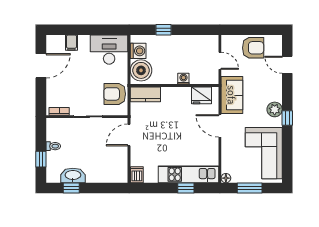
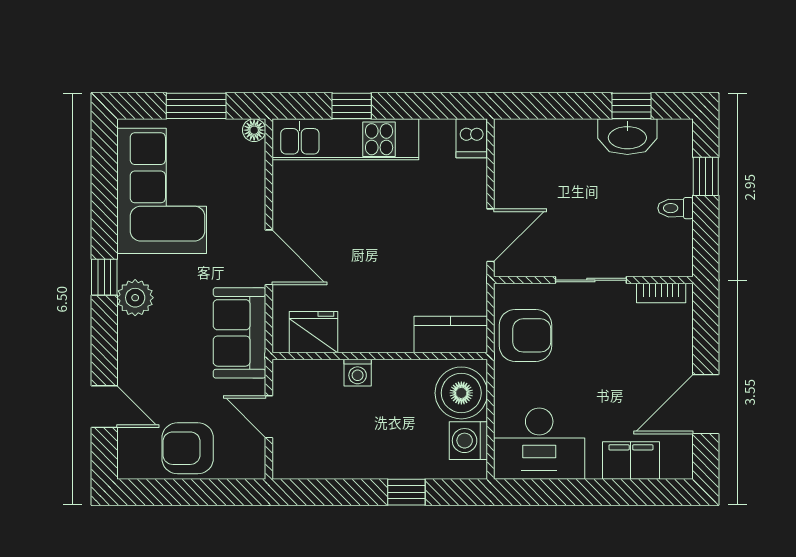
filing cabinet: (71, 43) -> (631, 461), width x2.00

